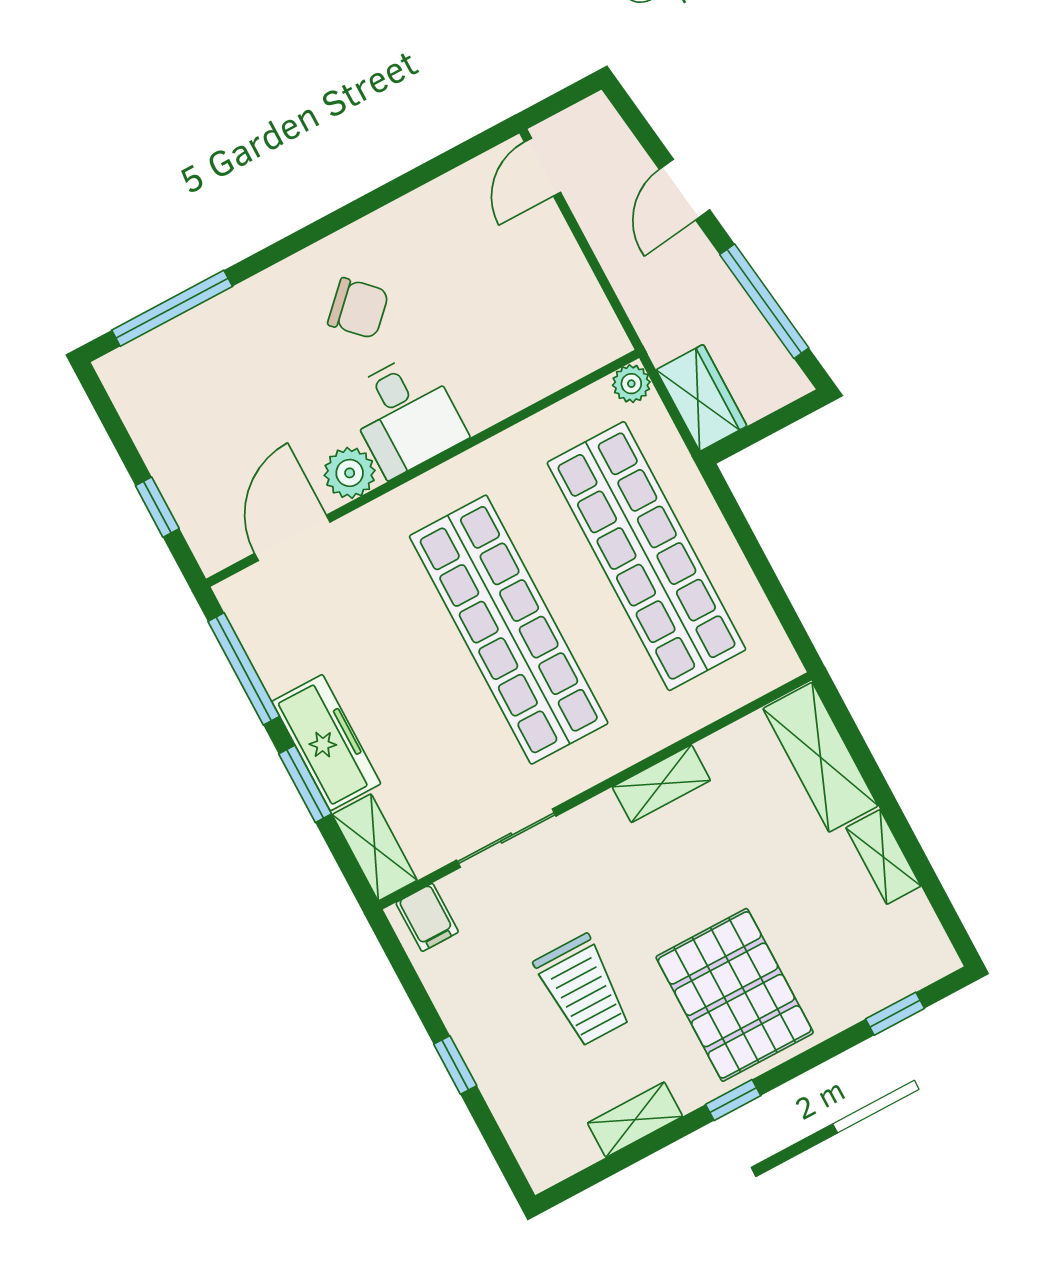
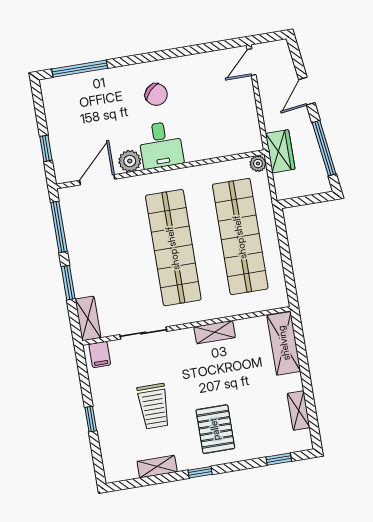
wardrobe: (702, 398) -> (280, 151), moved
freezer: (326, 743) -> (83, 269), removed
shelving: (883, 857) -> (299, 411), moved
pallet: (735, 995) -> (215, 429), width x0.73, depth x0.71

